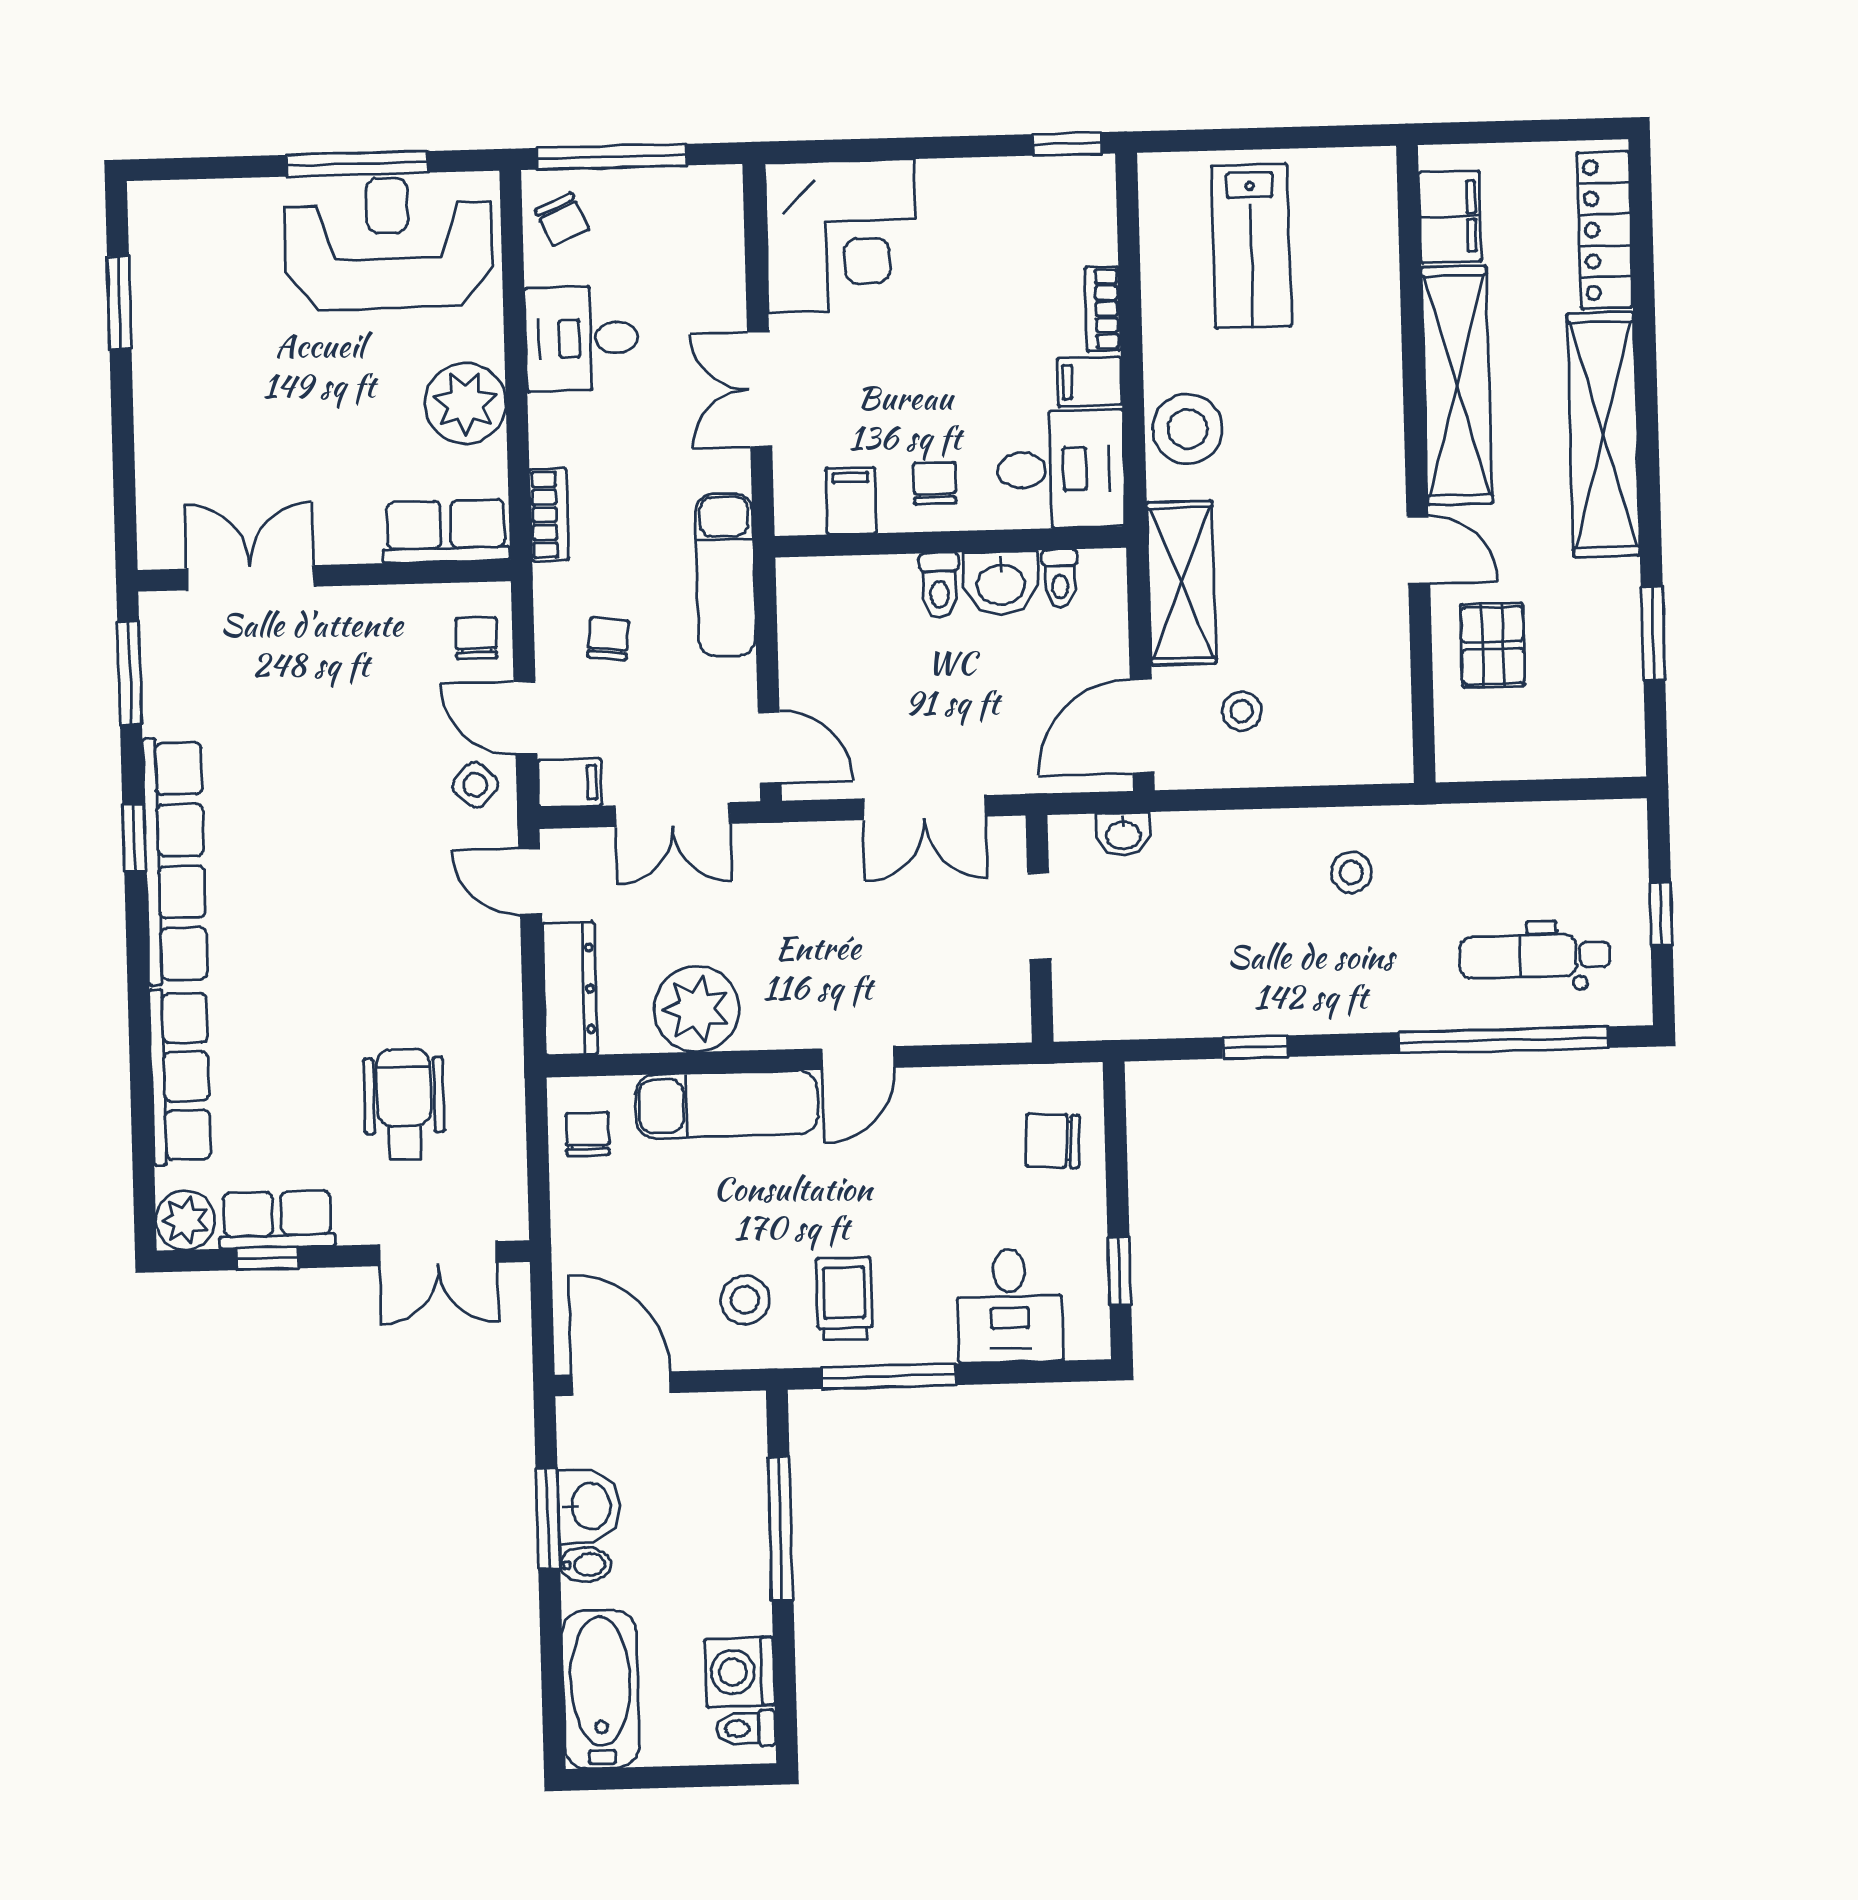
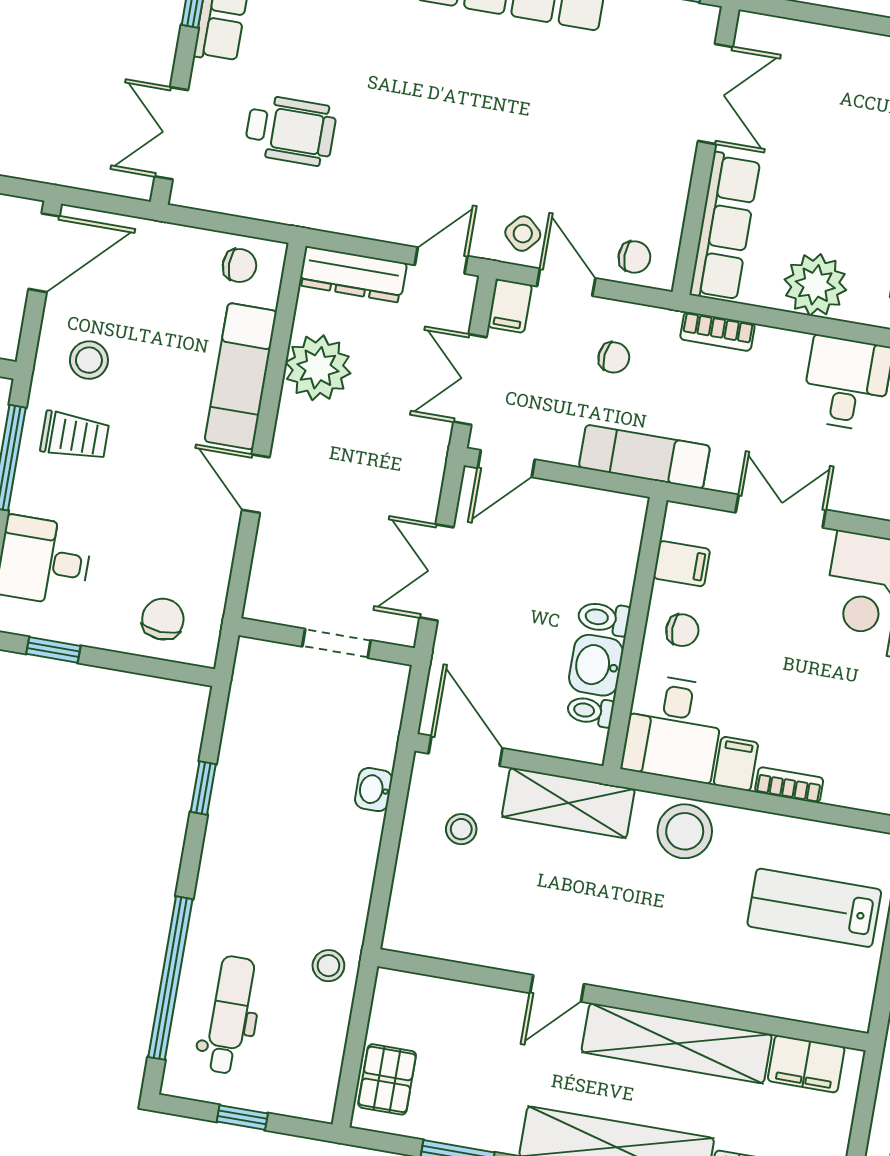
row of seats: (446, 531) -> (725, 227), width x1.48
pallet: (1493, 645) -> (387, 1079), moved, turned 90
door: (525, 718) -> (566, 282), hinge flipped
washbasin: (1123, 834) -> (374, 790), moved
stool: (1351, 872) -> (328, 966), moved

